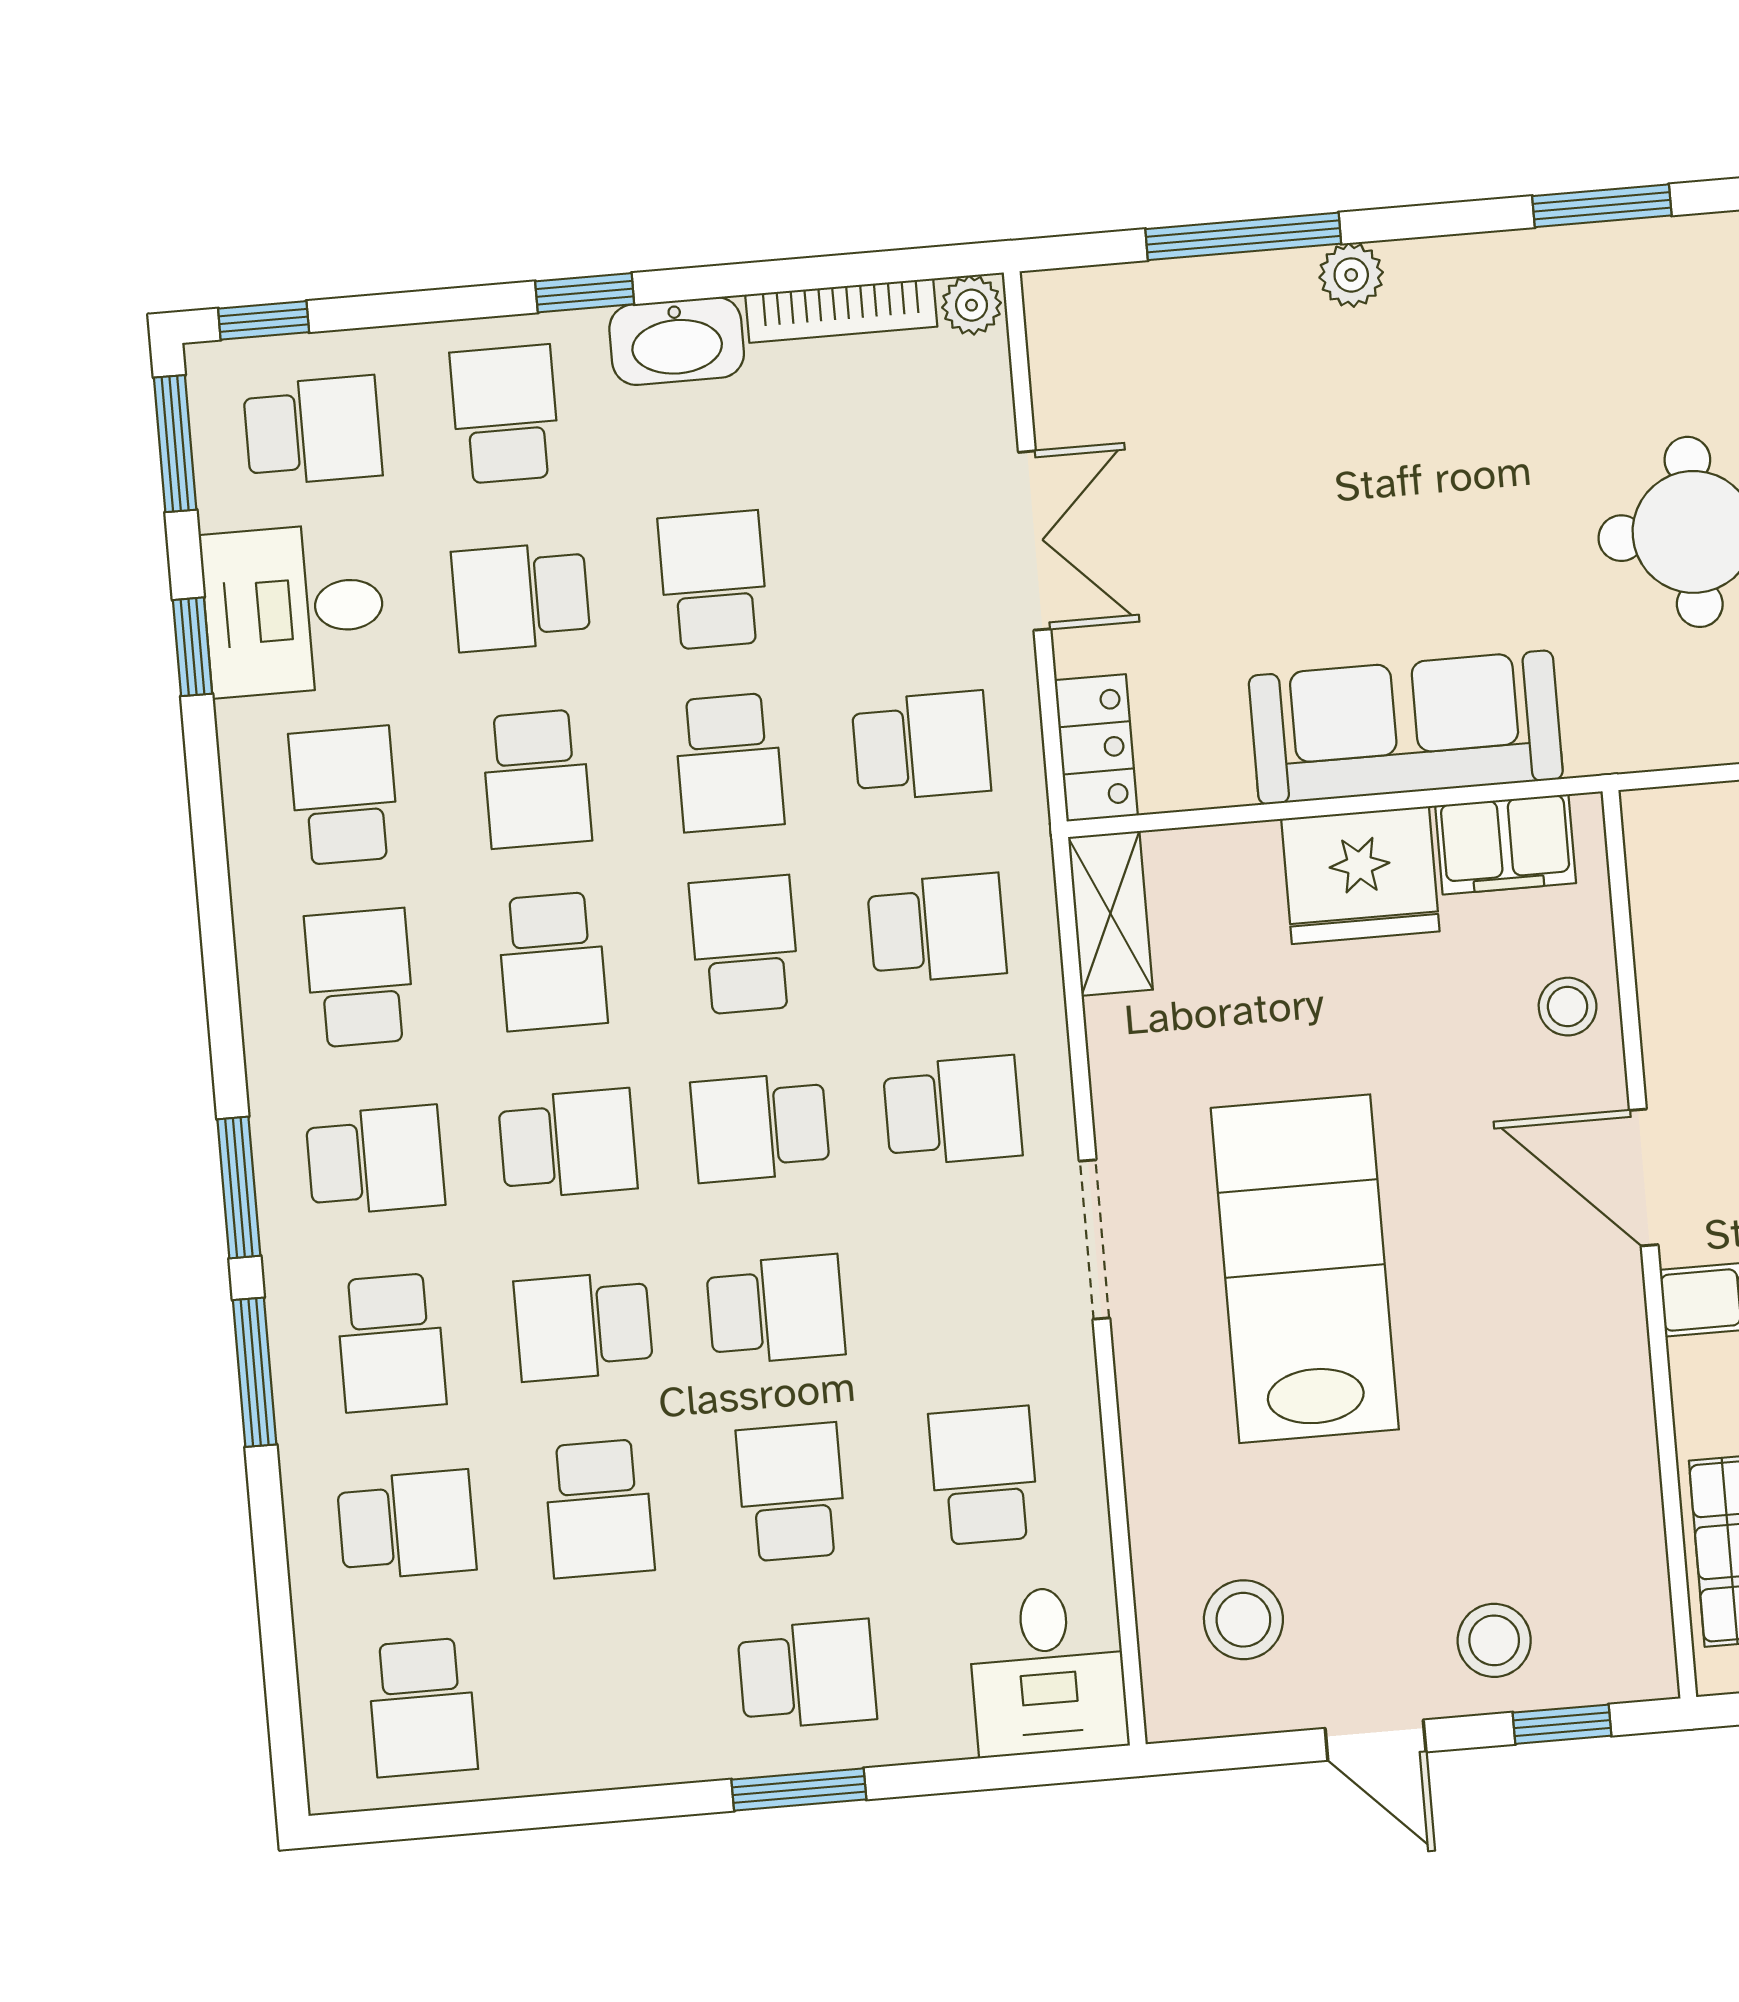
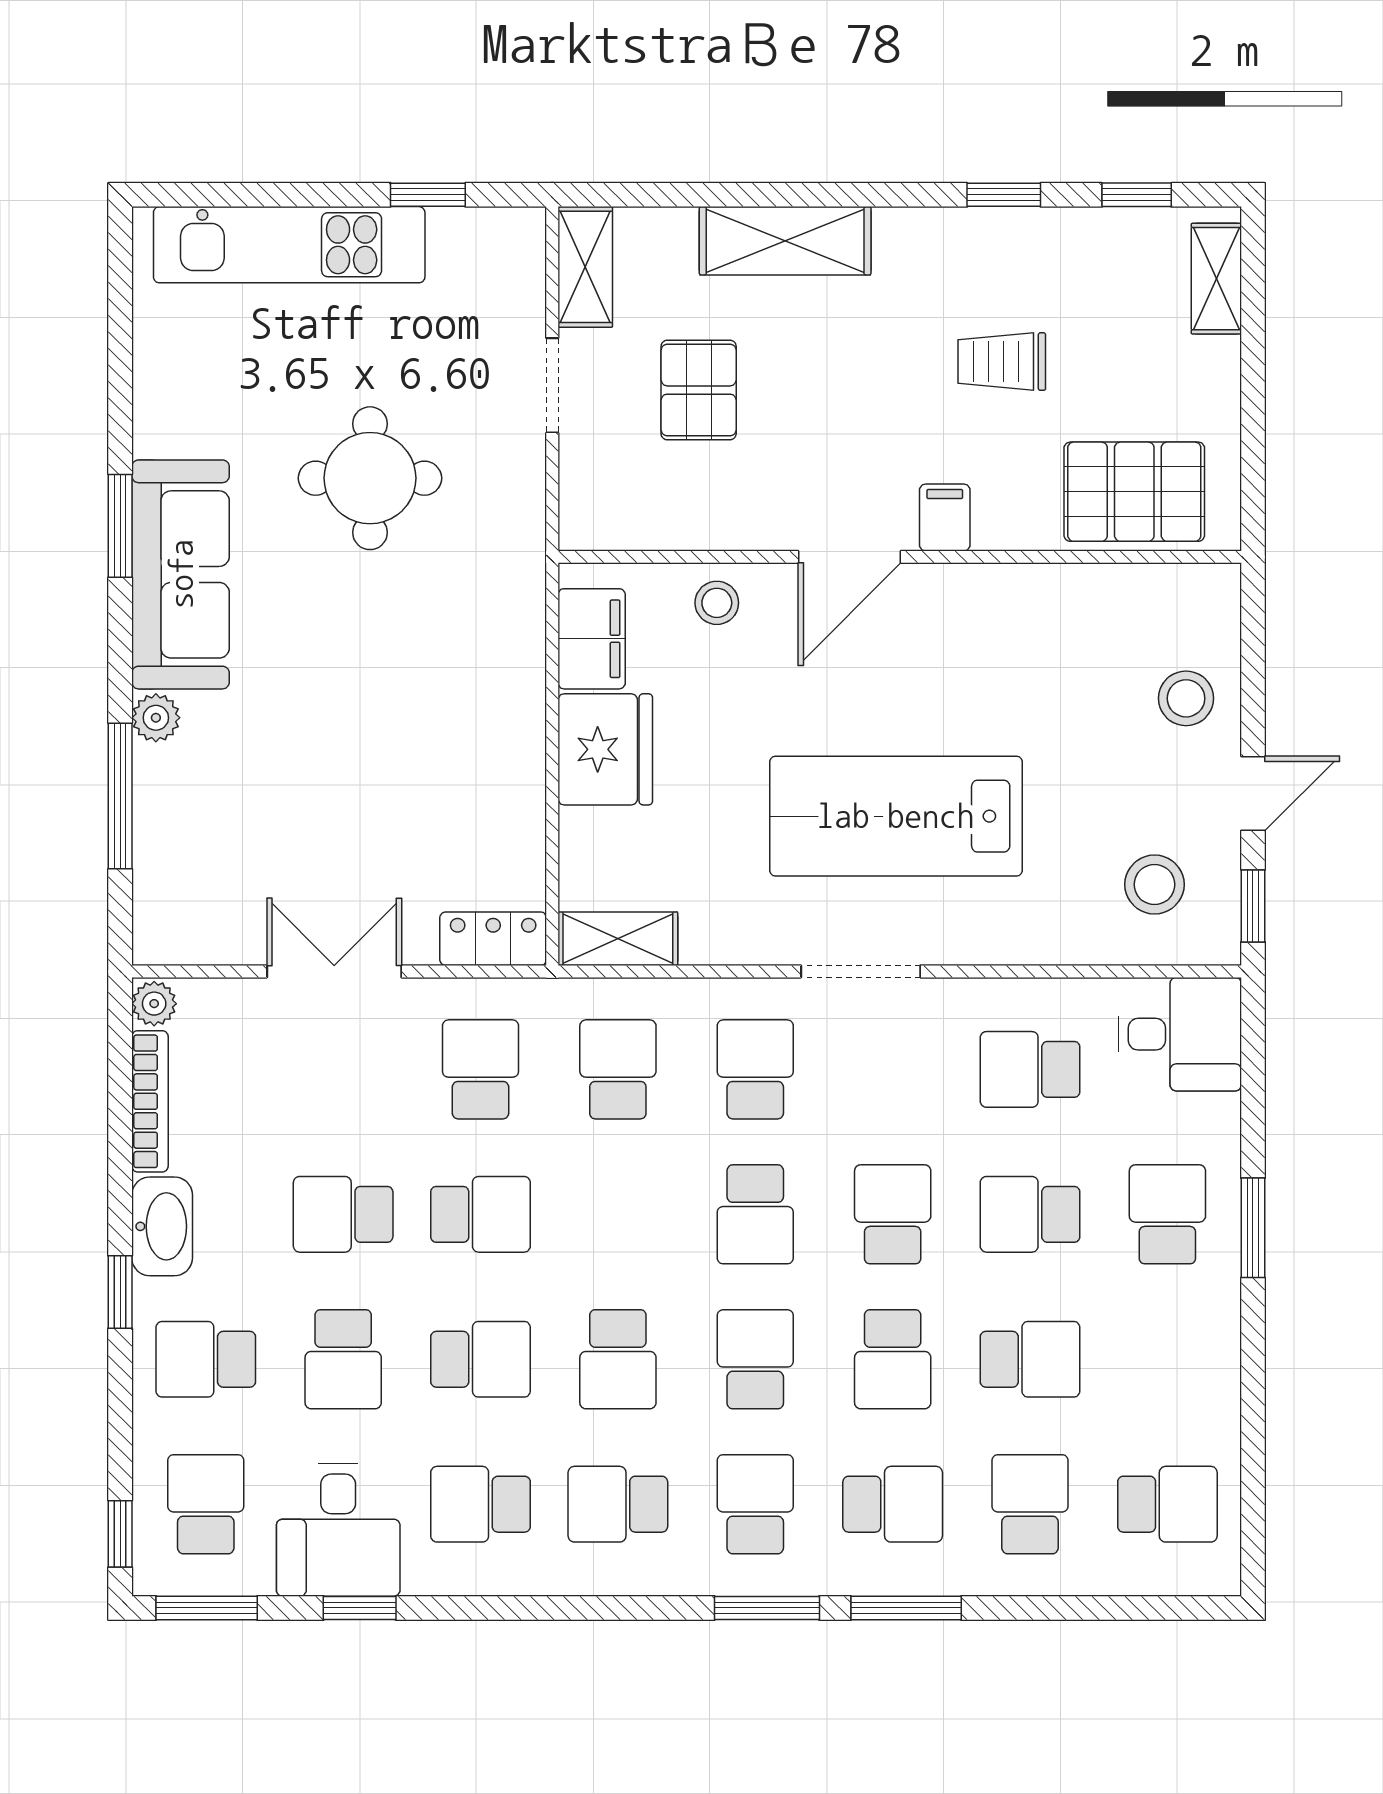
sofa: (1406, 727) -> (181, 574), moved, turned 180
school desk: (744, 945) -> (618, 1214), removed
school desk: (552, 961) -> (618, 1359), turned 90
window: (1562, 1724) -> (1253, 906), moved

